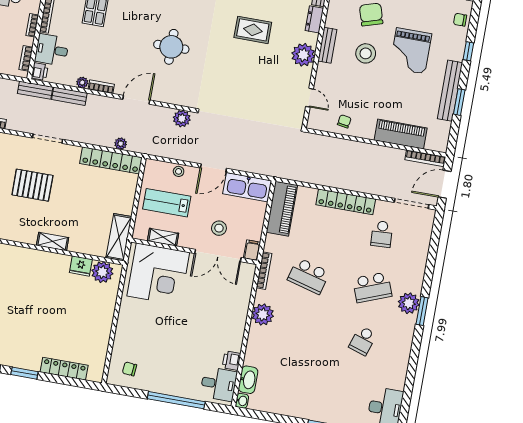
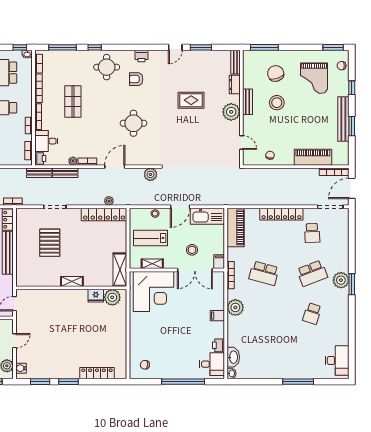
grand piano: (411, 51) -> (314, 78), moved
pallet: (32, 185) -> (50, 243), turned 90
filing cabinet: (237, 321) -> (217, 316), added

